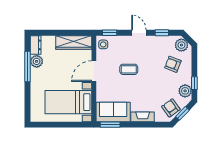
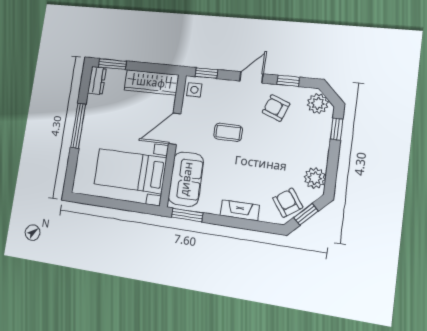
window: (45, 33) -> (112, 64), added
door: (139, 33) -> (251, 77), hinge flipped
plant: (37, 61) -> (94, 105), removed
armchair: (173, 64) -> (276, 108), moved
window: (28, 67) -> (78, 126), moved
window: (194, 83) -> (337, 129), moved
sofa: (113, 112) -> (186, 179), moved, turned 90

